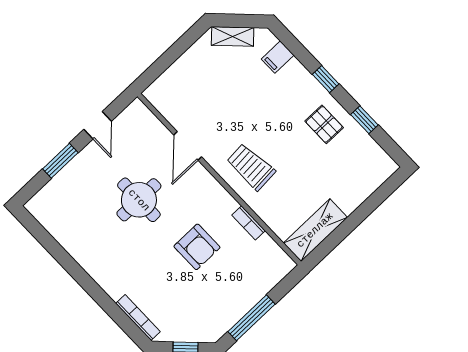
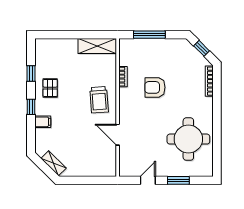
filing cabinet: (278, 57) -> (43, 122), moved
door: (188, 146) -> (118, 135), swing flipped
round table: (139, 200) -> (188, 139), moved, width x1.36, depth x1.36
armchair: (197, 247) -> (155, 87), turned -90
window: (252, 318) -> (149, 35), moved

